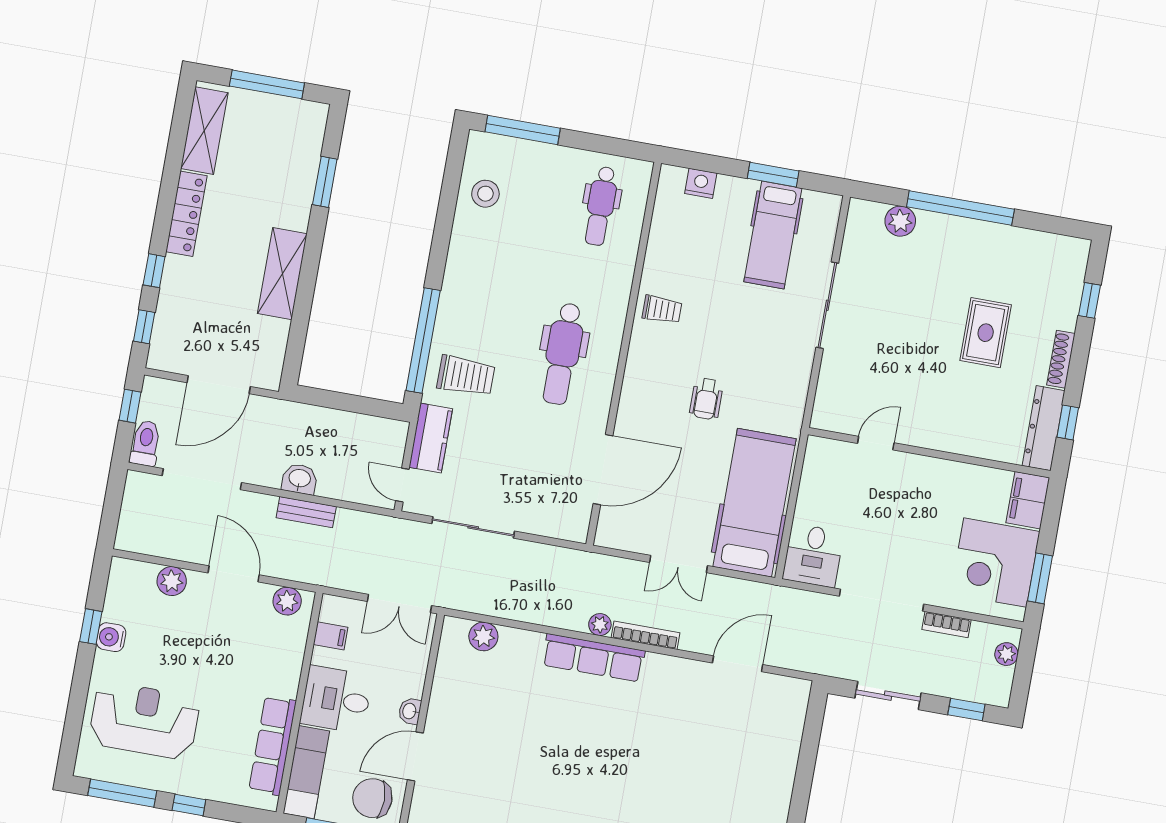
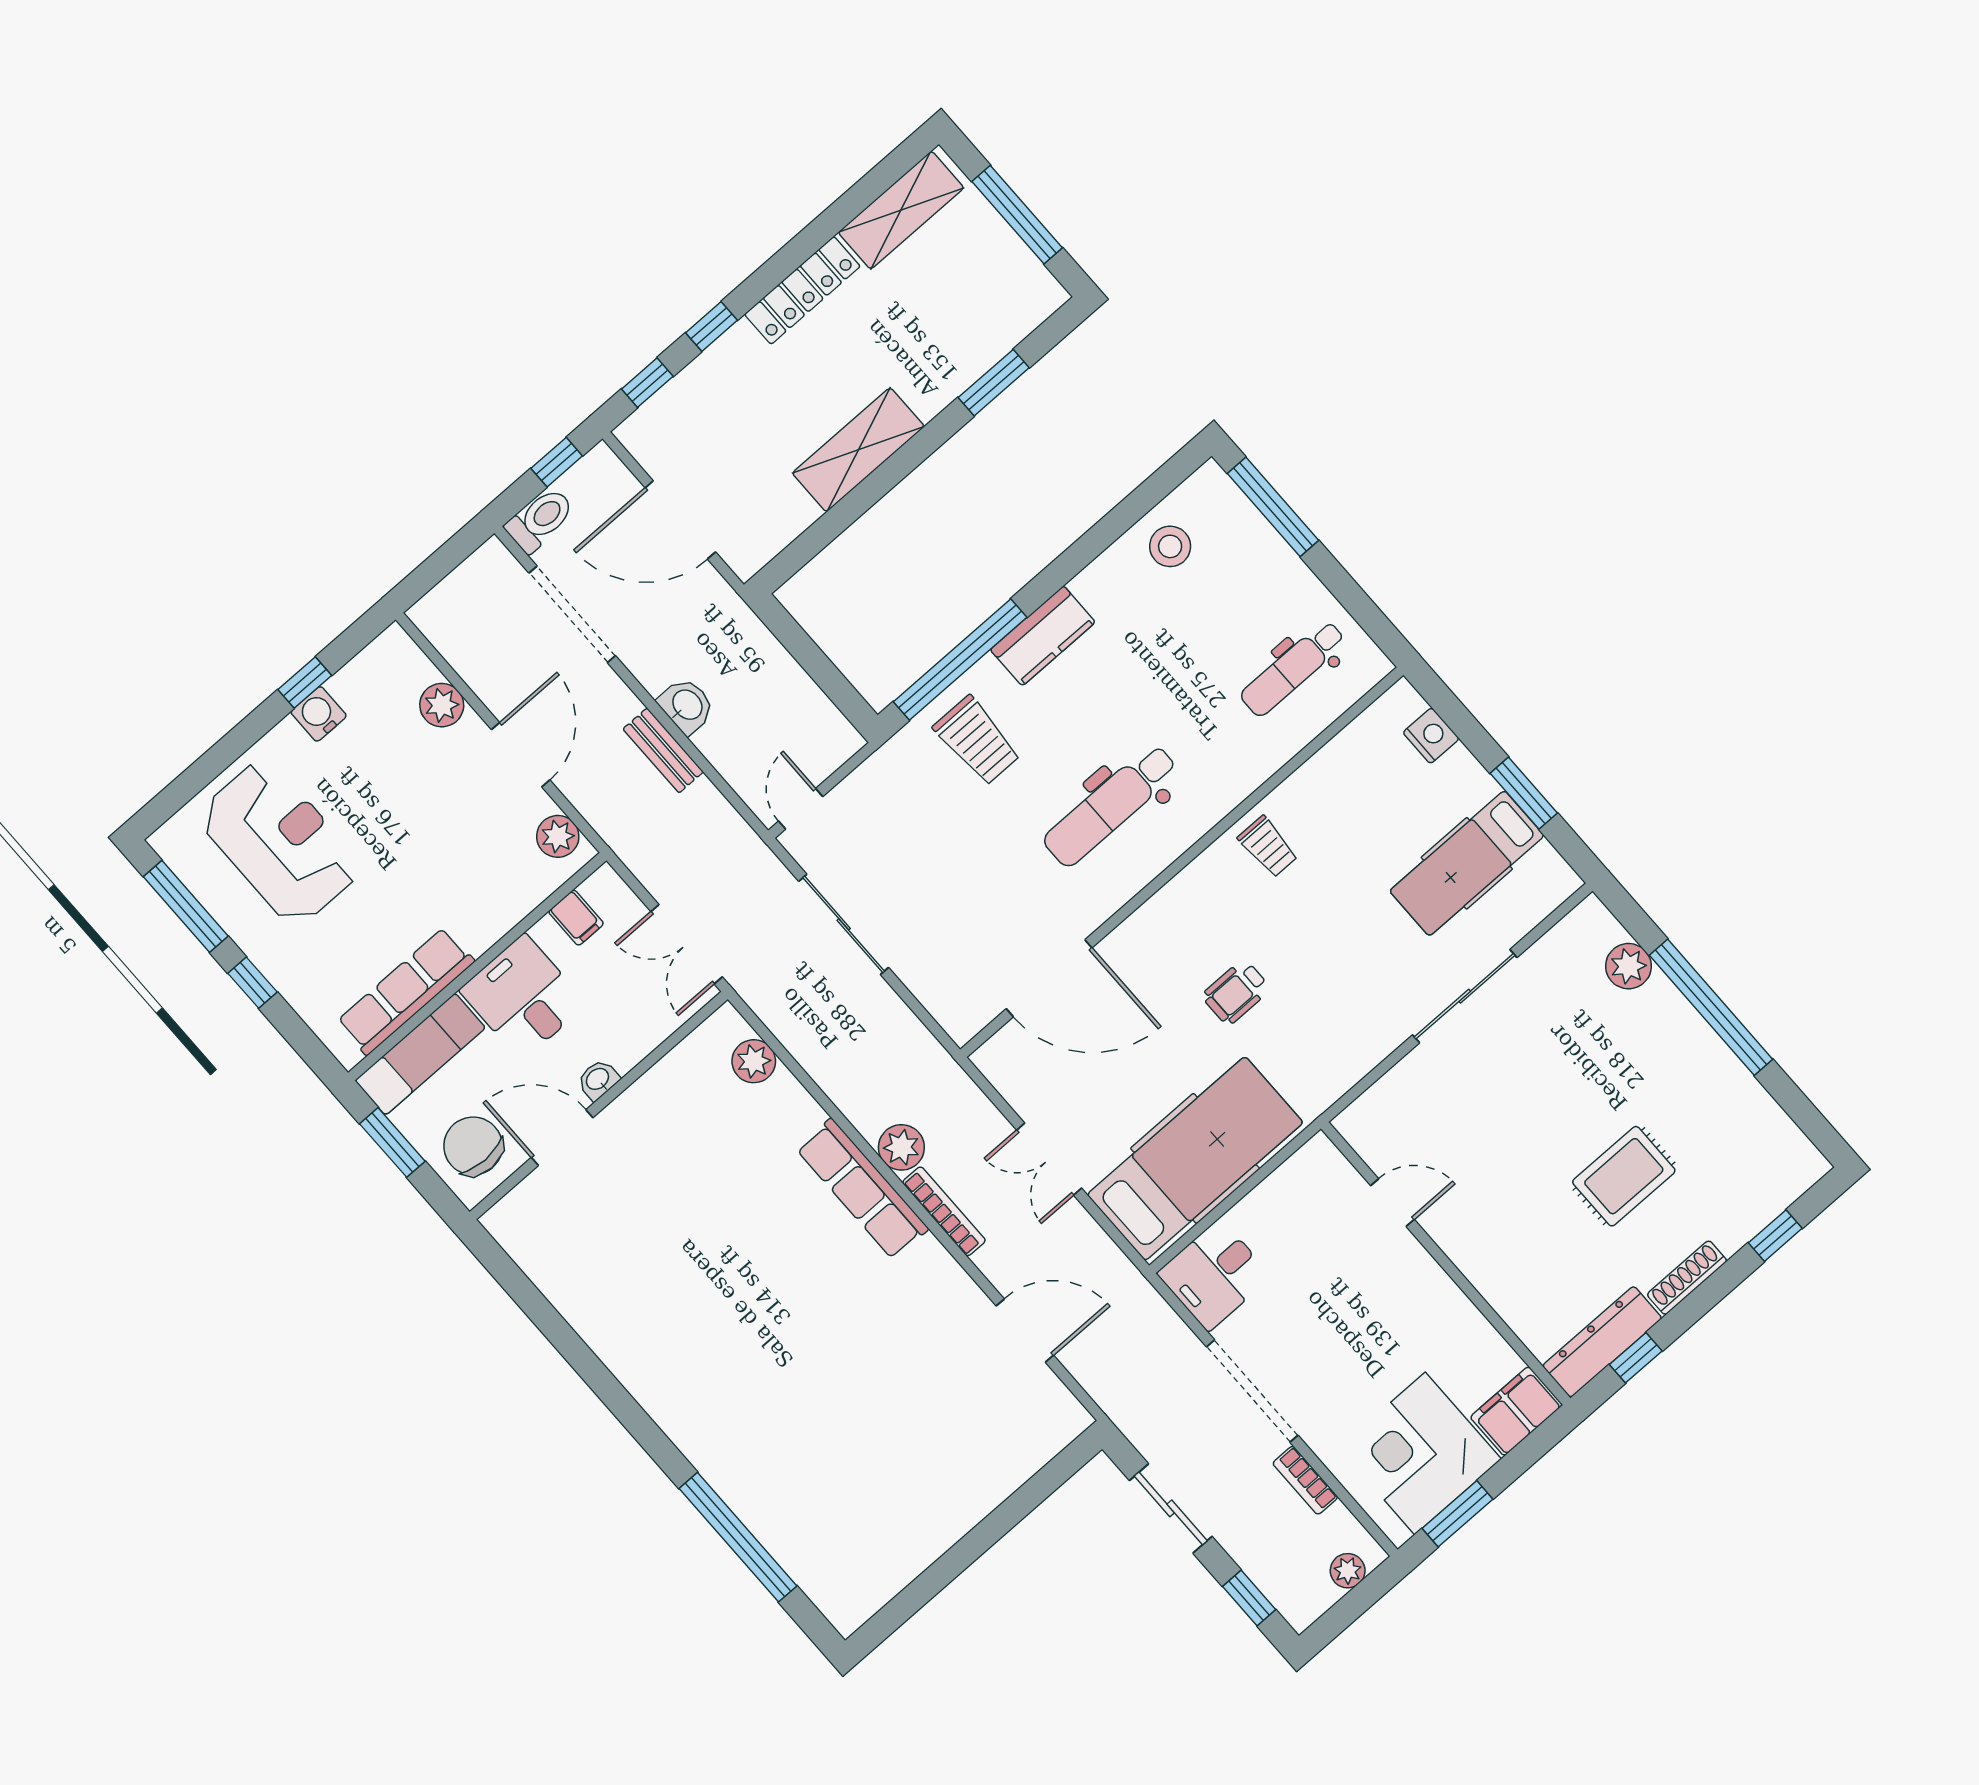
kitchen counter: (431, 438) -> (1043, 636), moved
plant: (600, 625) -> (901, 1147), width x1.38, depth x1.38

